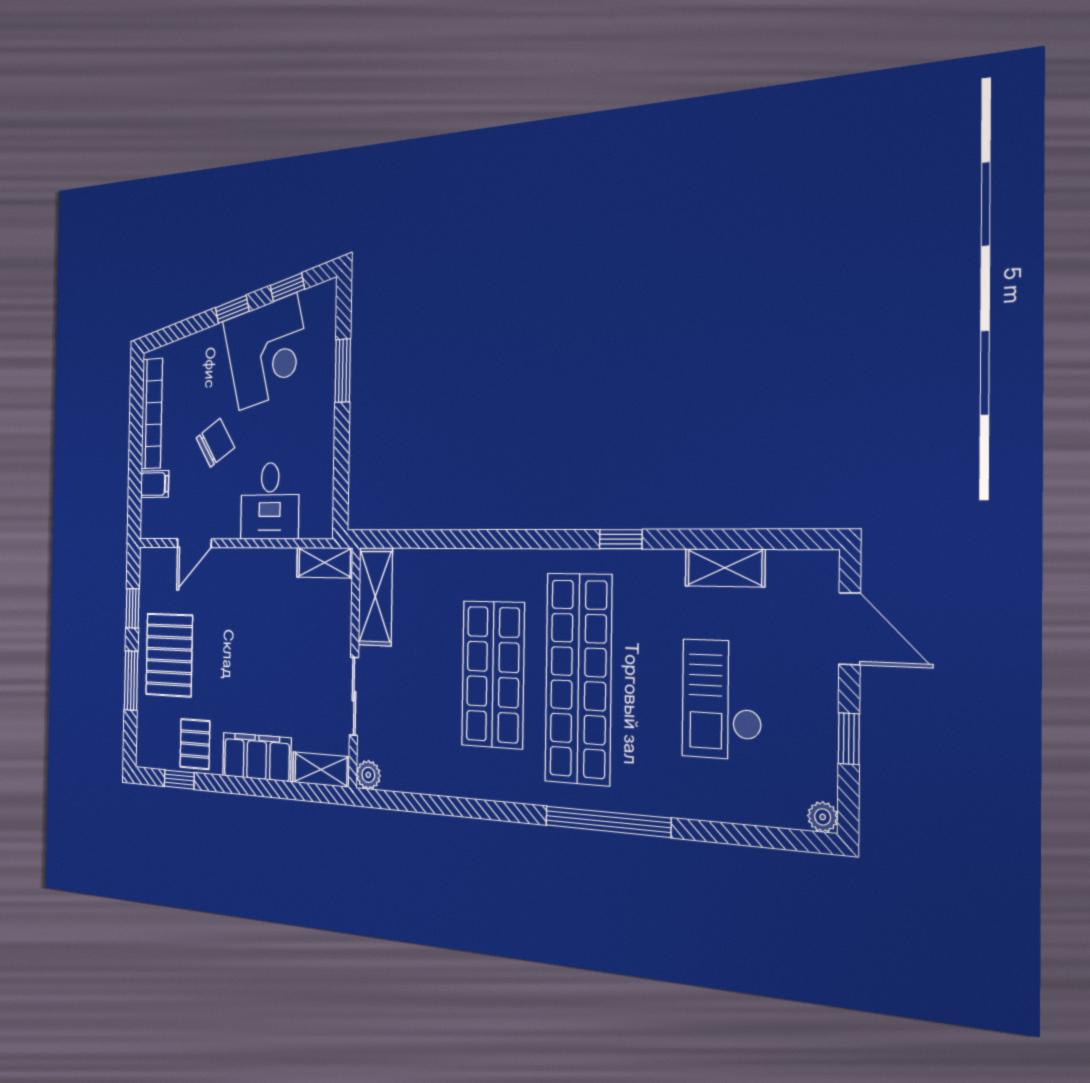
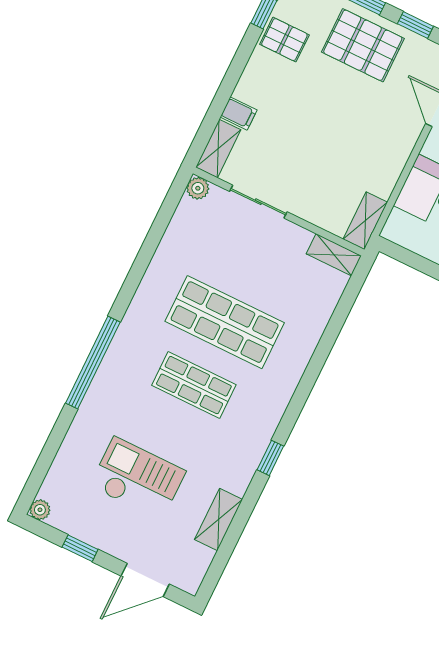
shelving: (375, 597) -> (334, 255), width x0.67, depth x0.75
shop shelf: (578, 679) -> (194, 385), width x0.50, depth x0.74
filing cabinet: (257, 757) -> (239, 114), width x0.33, depth x0.86

